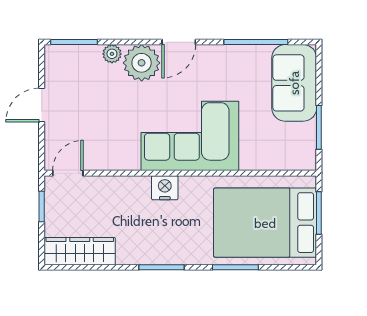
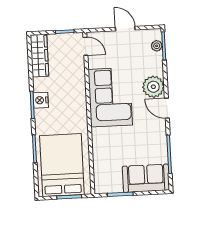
plant: (112, 54) -> (157, 46), moved
corner sofa: (190, 136) -> (110, 97), moved
nightstand: (165, 188) -> (41, 100), moved, turned 180

